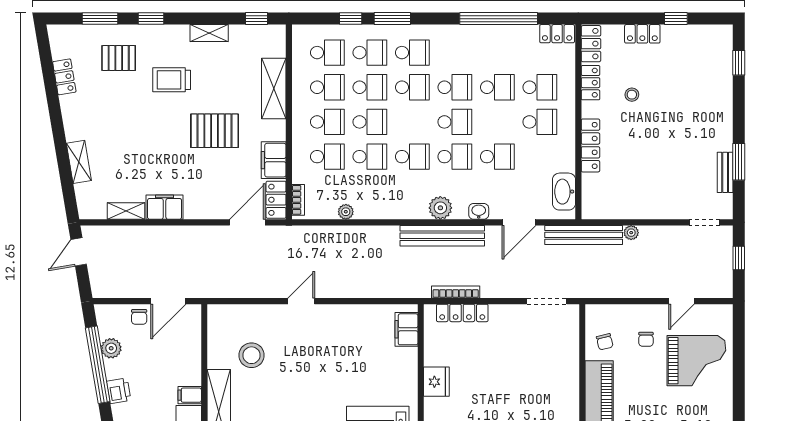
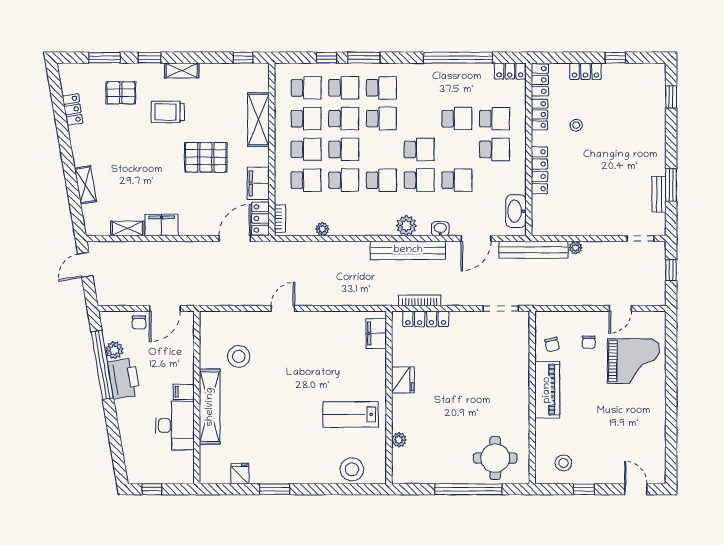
shelving: (209, 33) -> (182, 71), moved
school desk: (455, 87) -> (419, 119), removed
printer: (119, 391) -> (124, 378), width x1.87, depth x1.48

